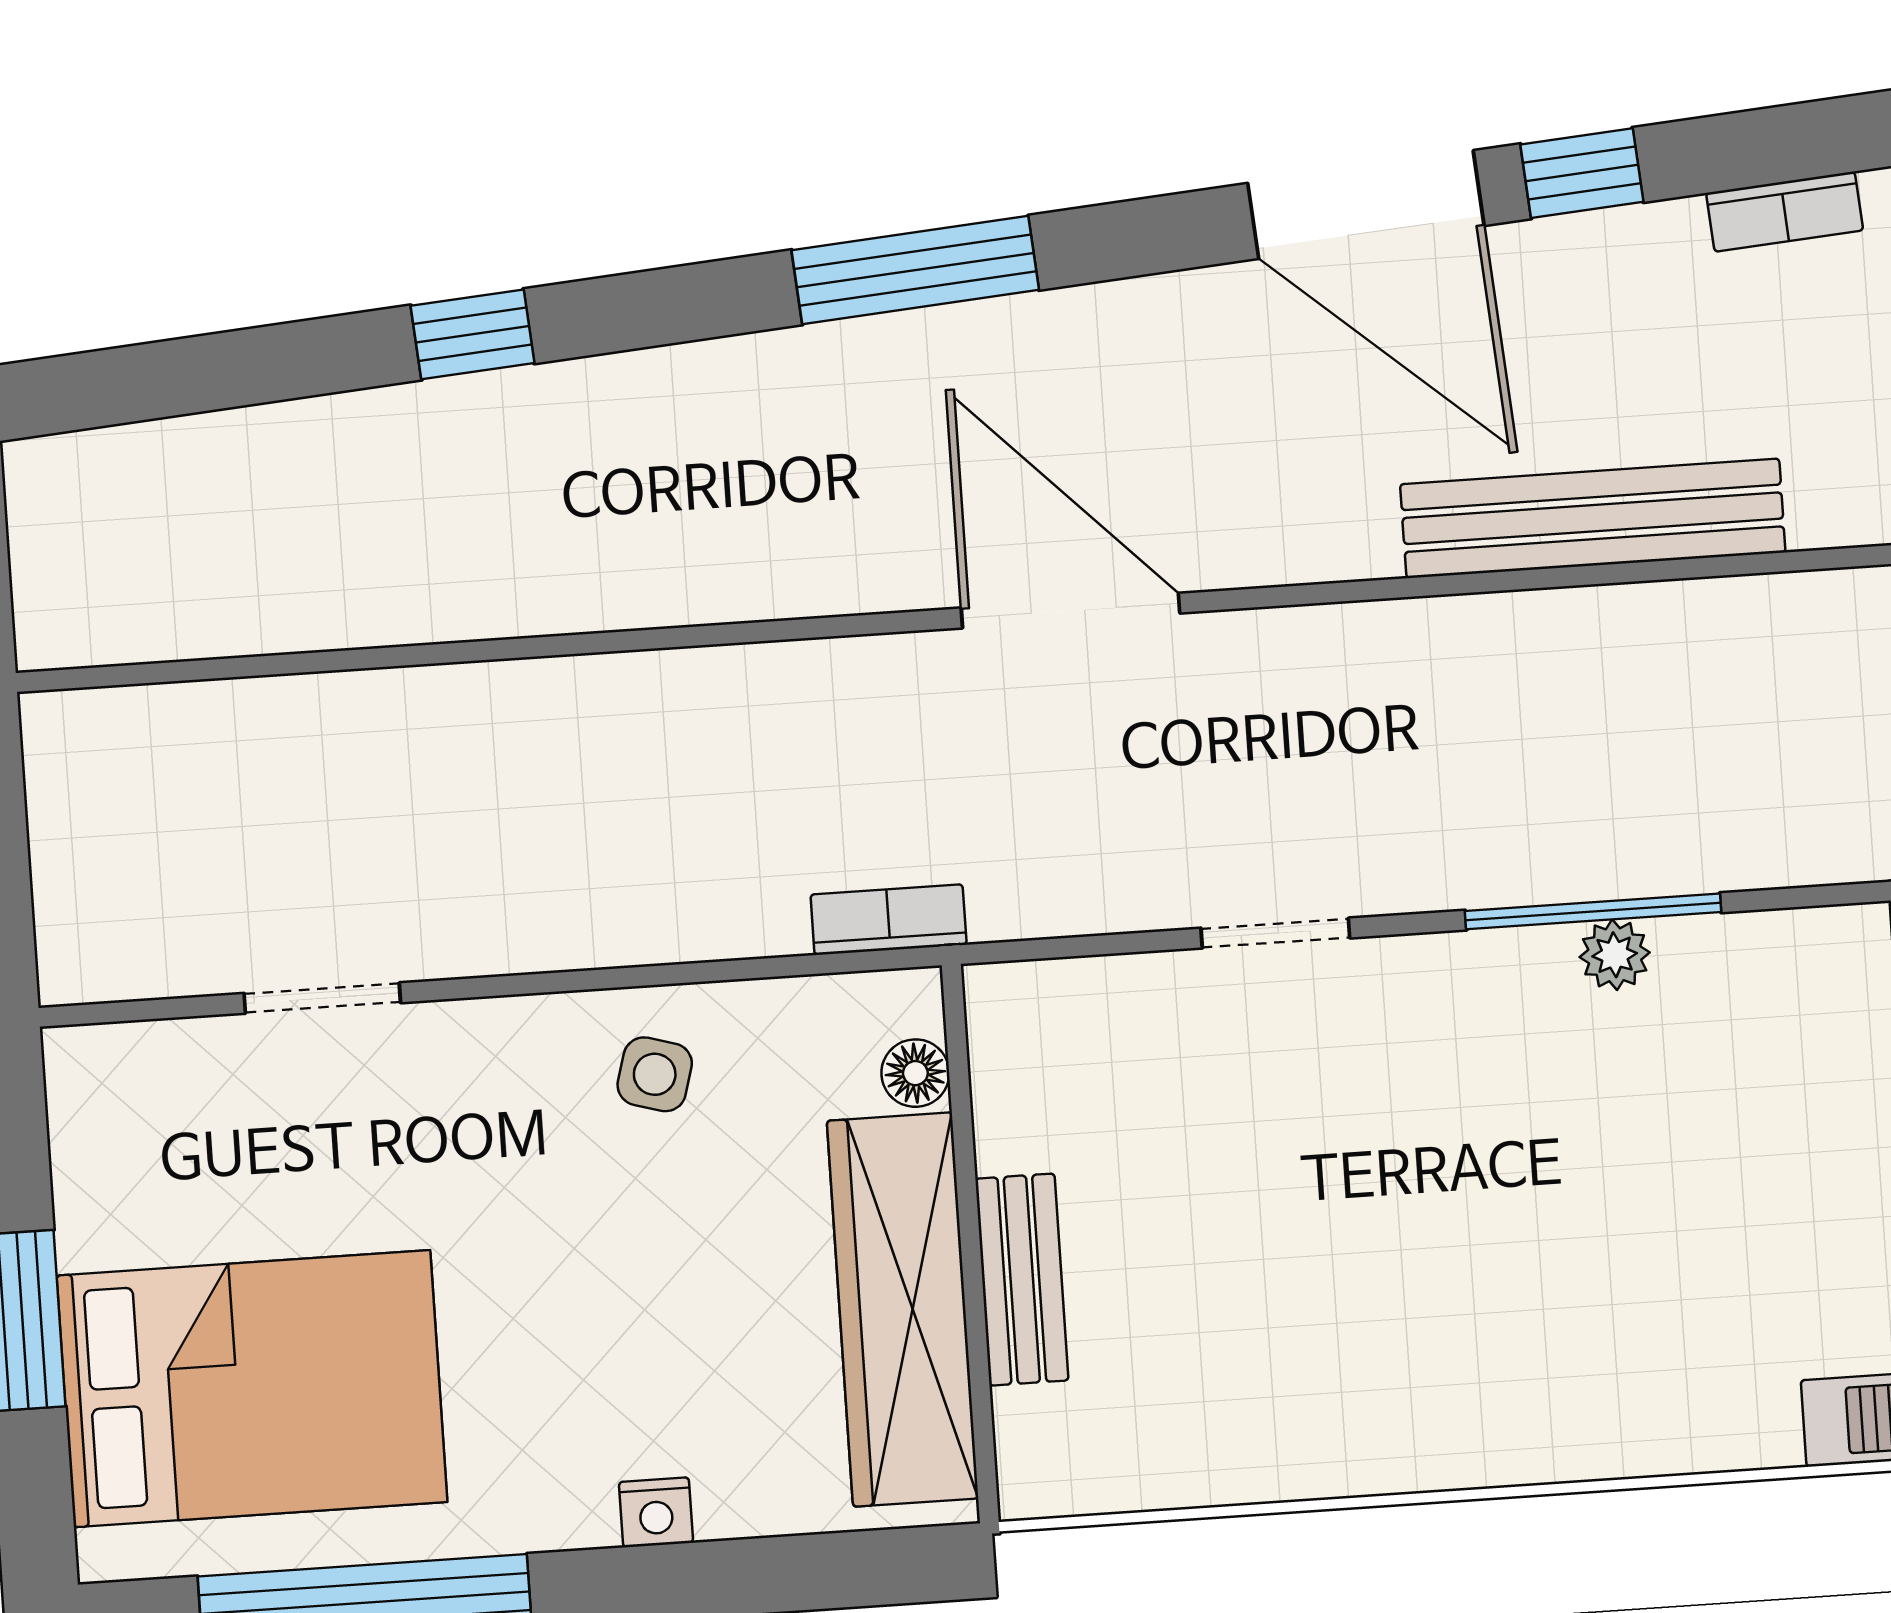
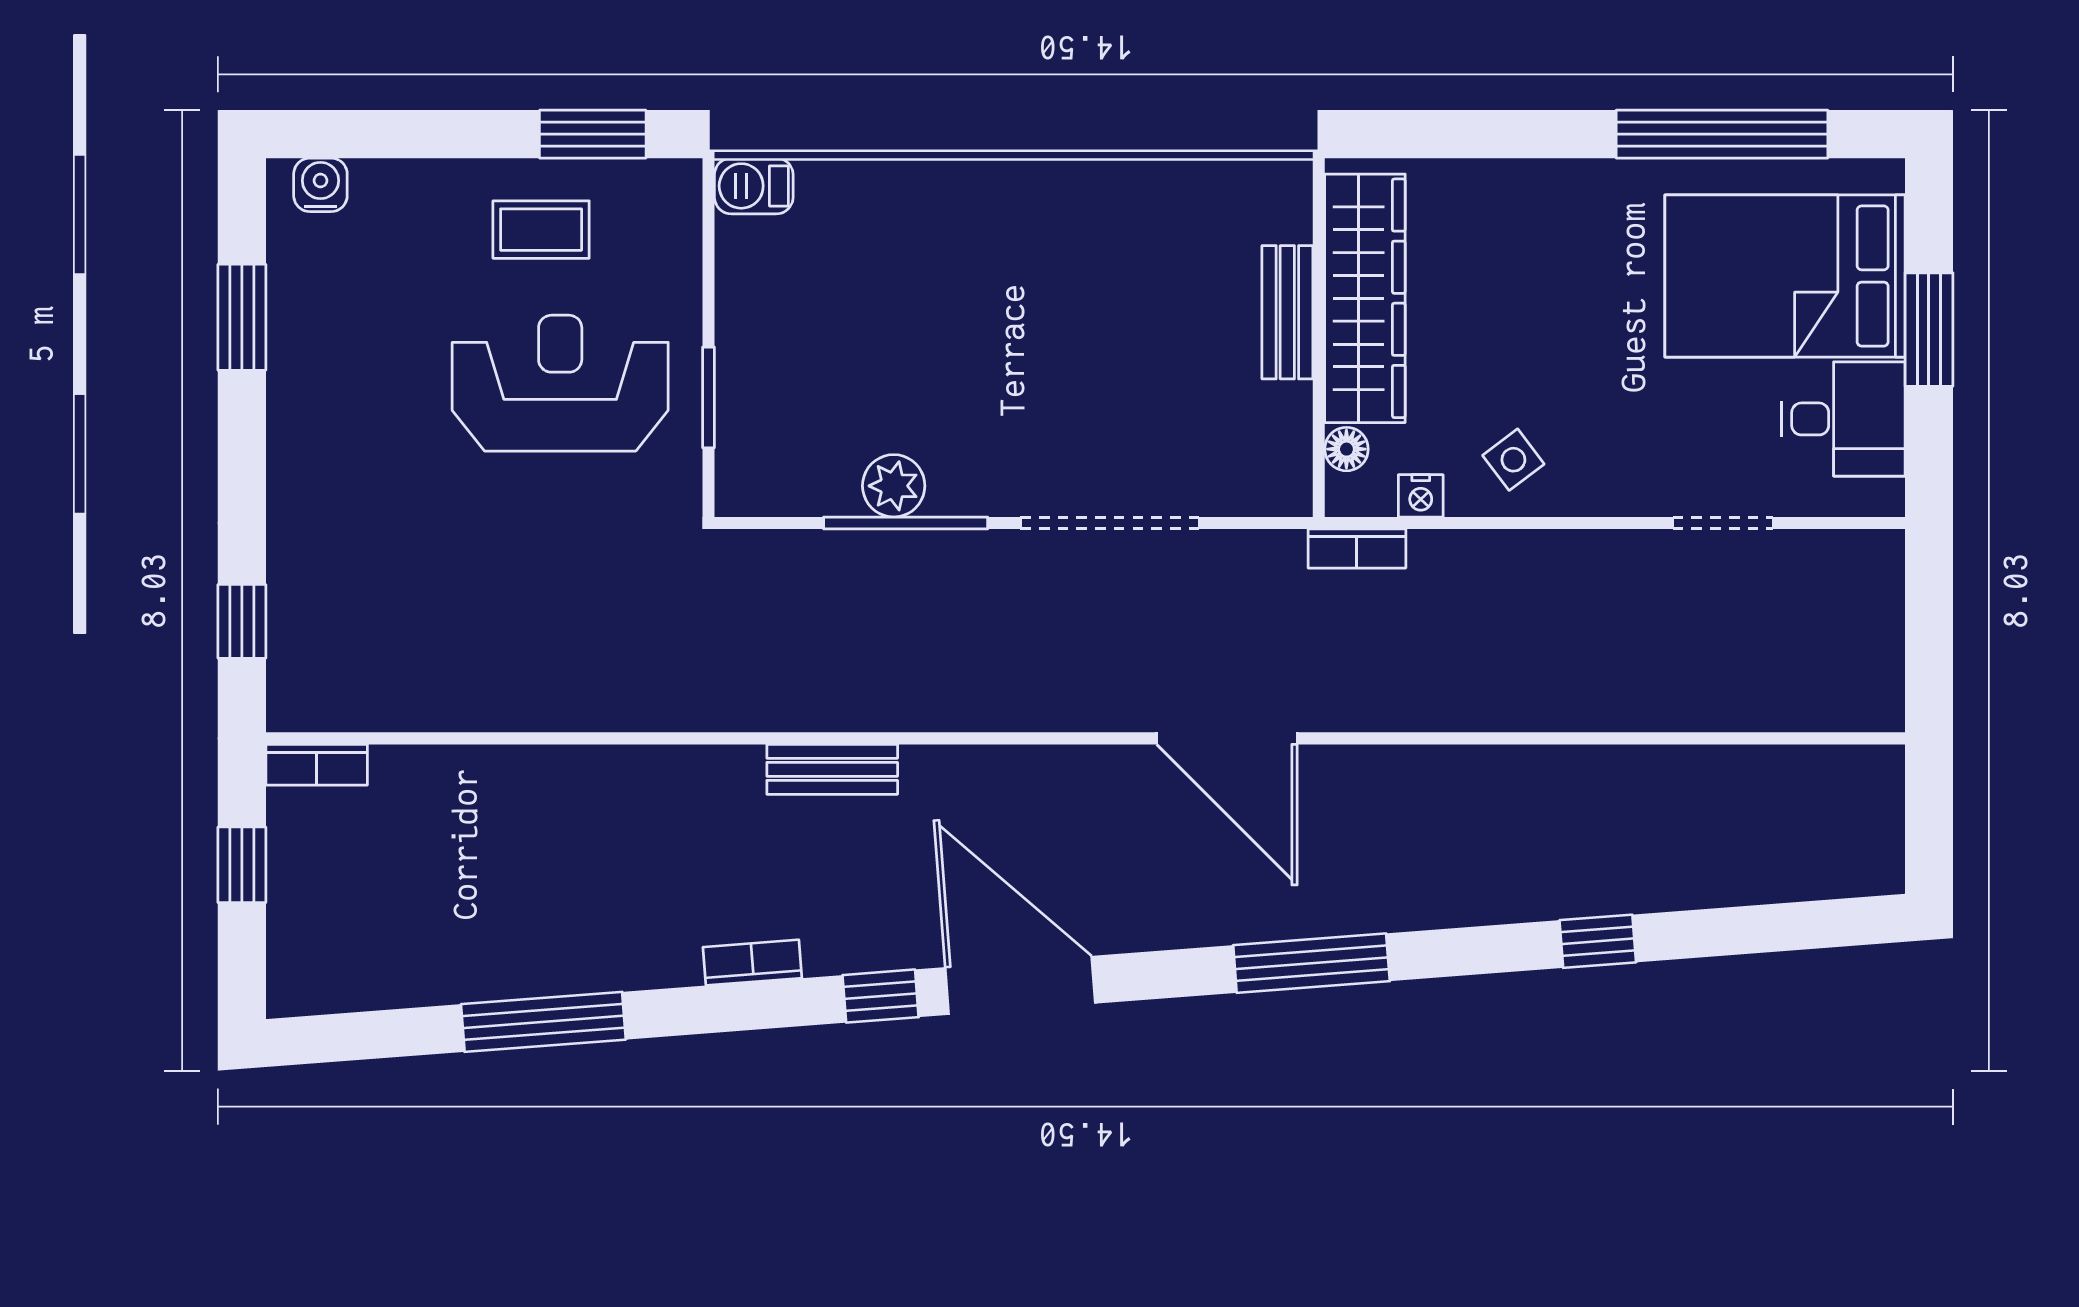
bench: (1593, 518) -> (832, 769), width x0.54, depth x0.82
doorway: (1275, 933) -> (1110, 523), width x1.88
plant: (1615, 955) -> (894, 486), width x1.38, depth x1.38
side table: (655, 1074) -> (1513, 460), turned 37
desk: (146, 1173) -> (1843, 419), added
nightstand: (656, 1512) -> (1421, 496), moved, turned 180

